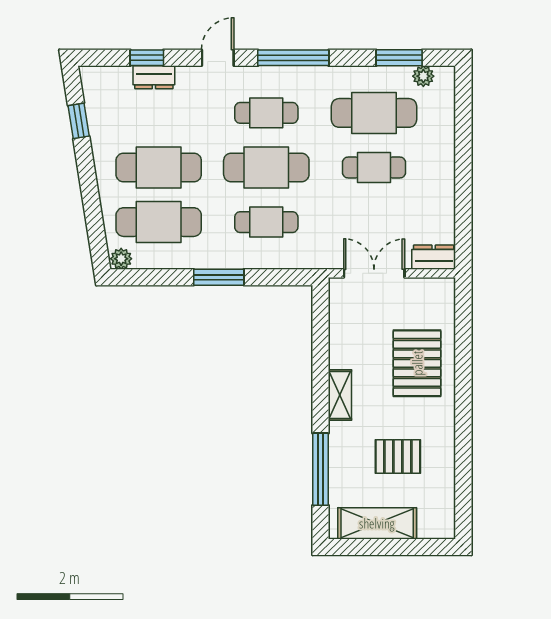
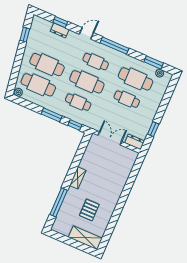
window: (463, 210) -> (153, 129), added
window: (281, 277) -> (75, 125), added
pallet: (417, 363) -> (111, 179), removed
pallet: (398, 456) -> (89, 210), turned 90
shelving: (377, 523) -> (85, 238), moved

